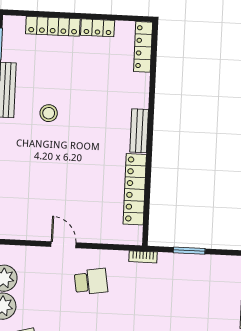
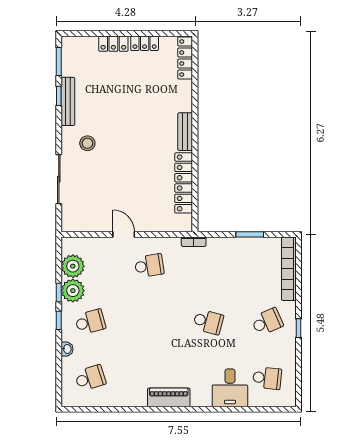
locker: (53, 26) -> (113, 44), width x0.66
stool: (49, 113) -> (87, 143), moved
window: (189, 251) -> (250, 234), moved

